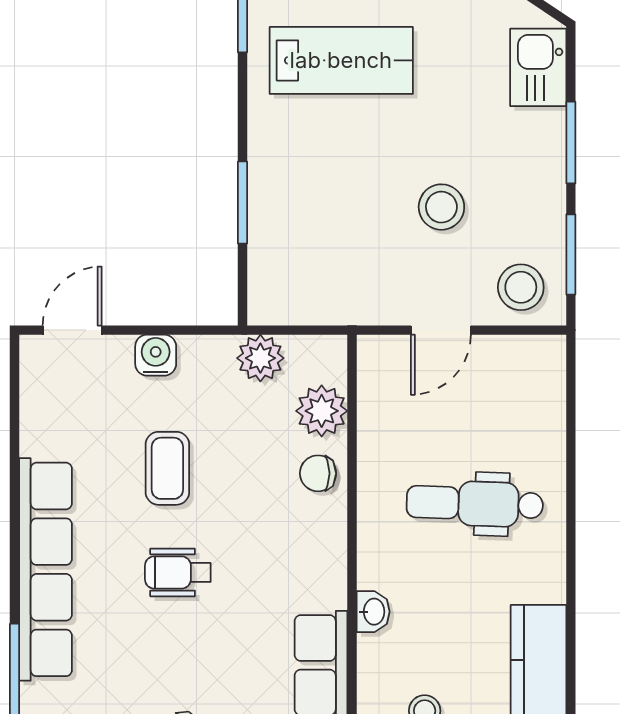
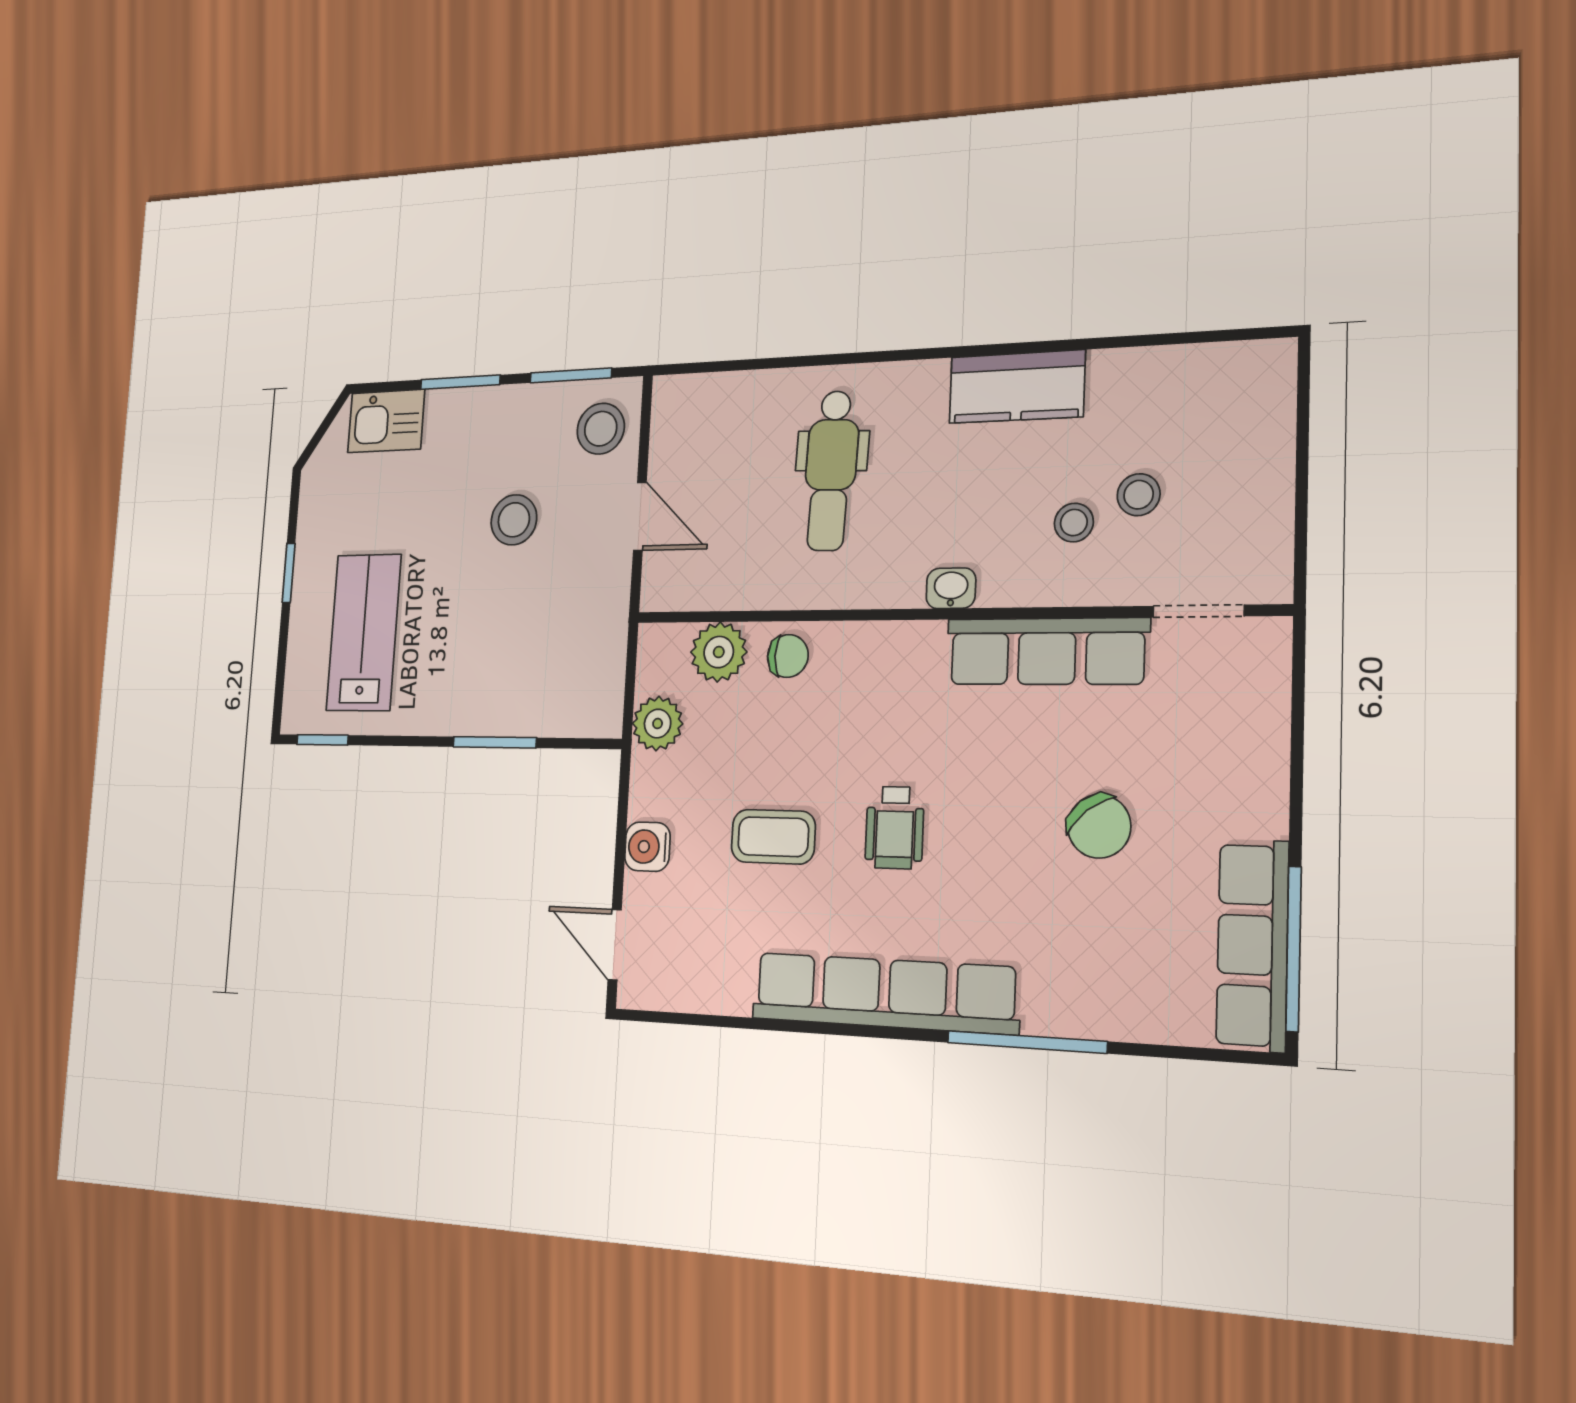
chair: (318, 473) -> (788, 656), turned -90

